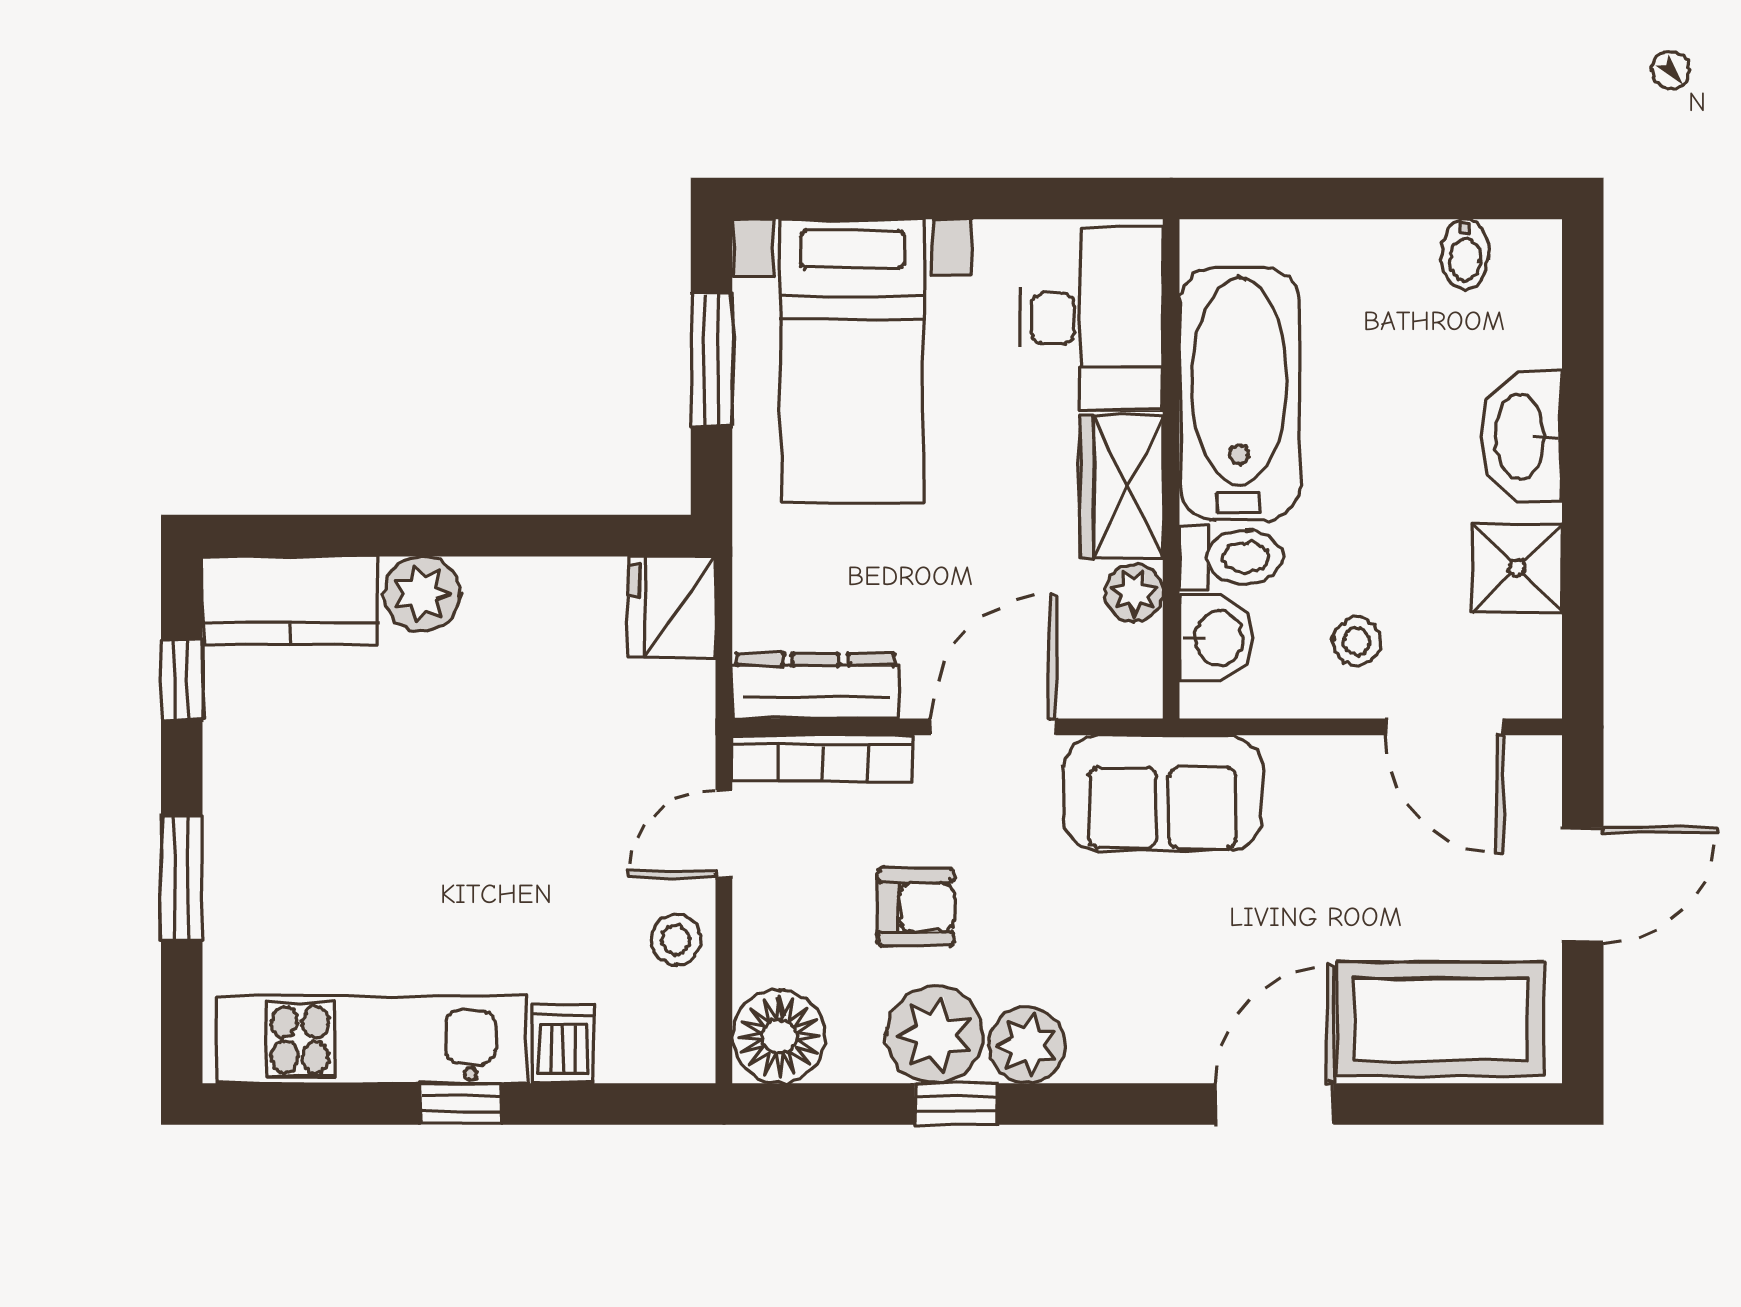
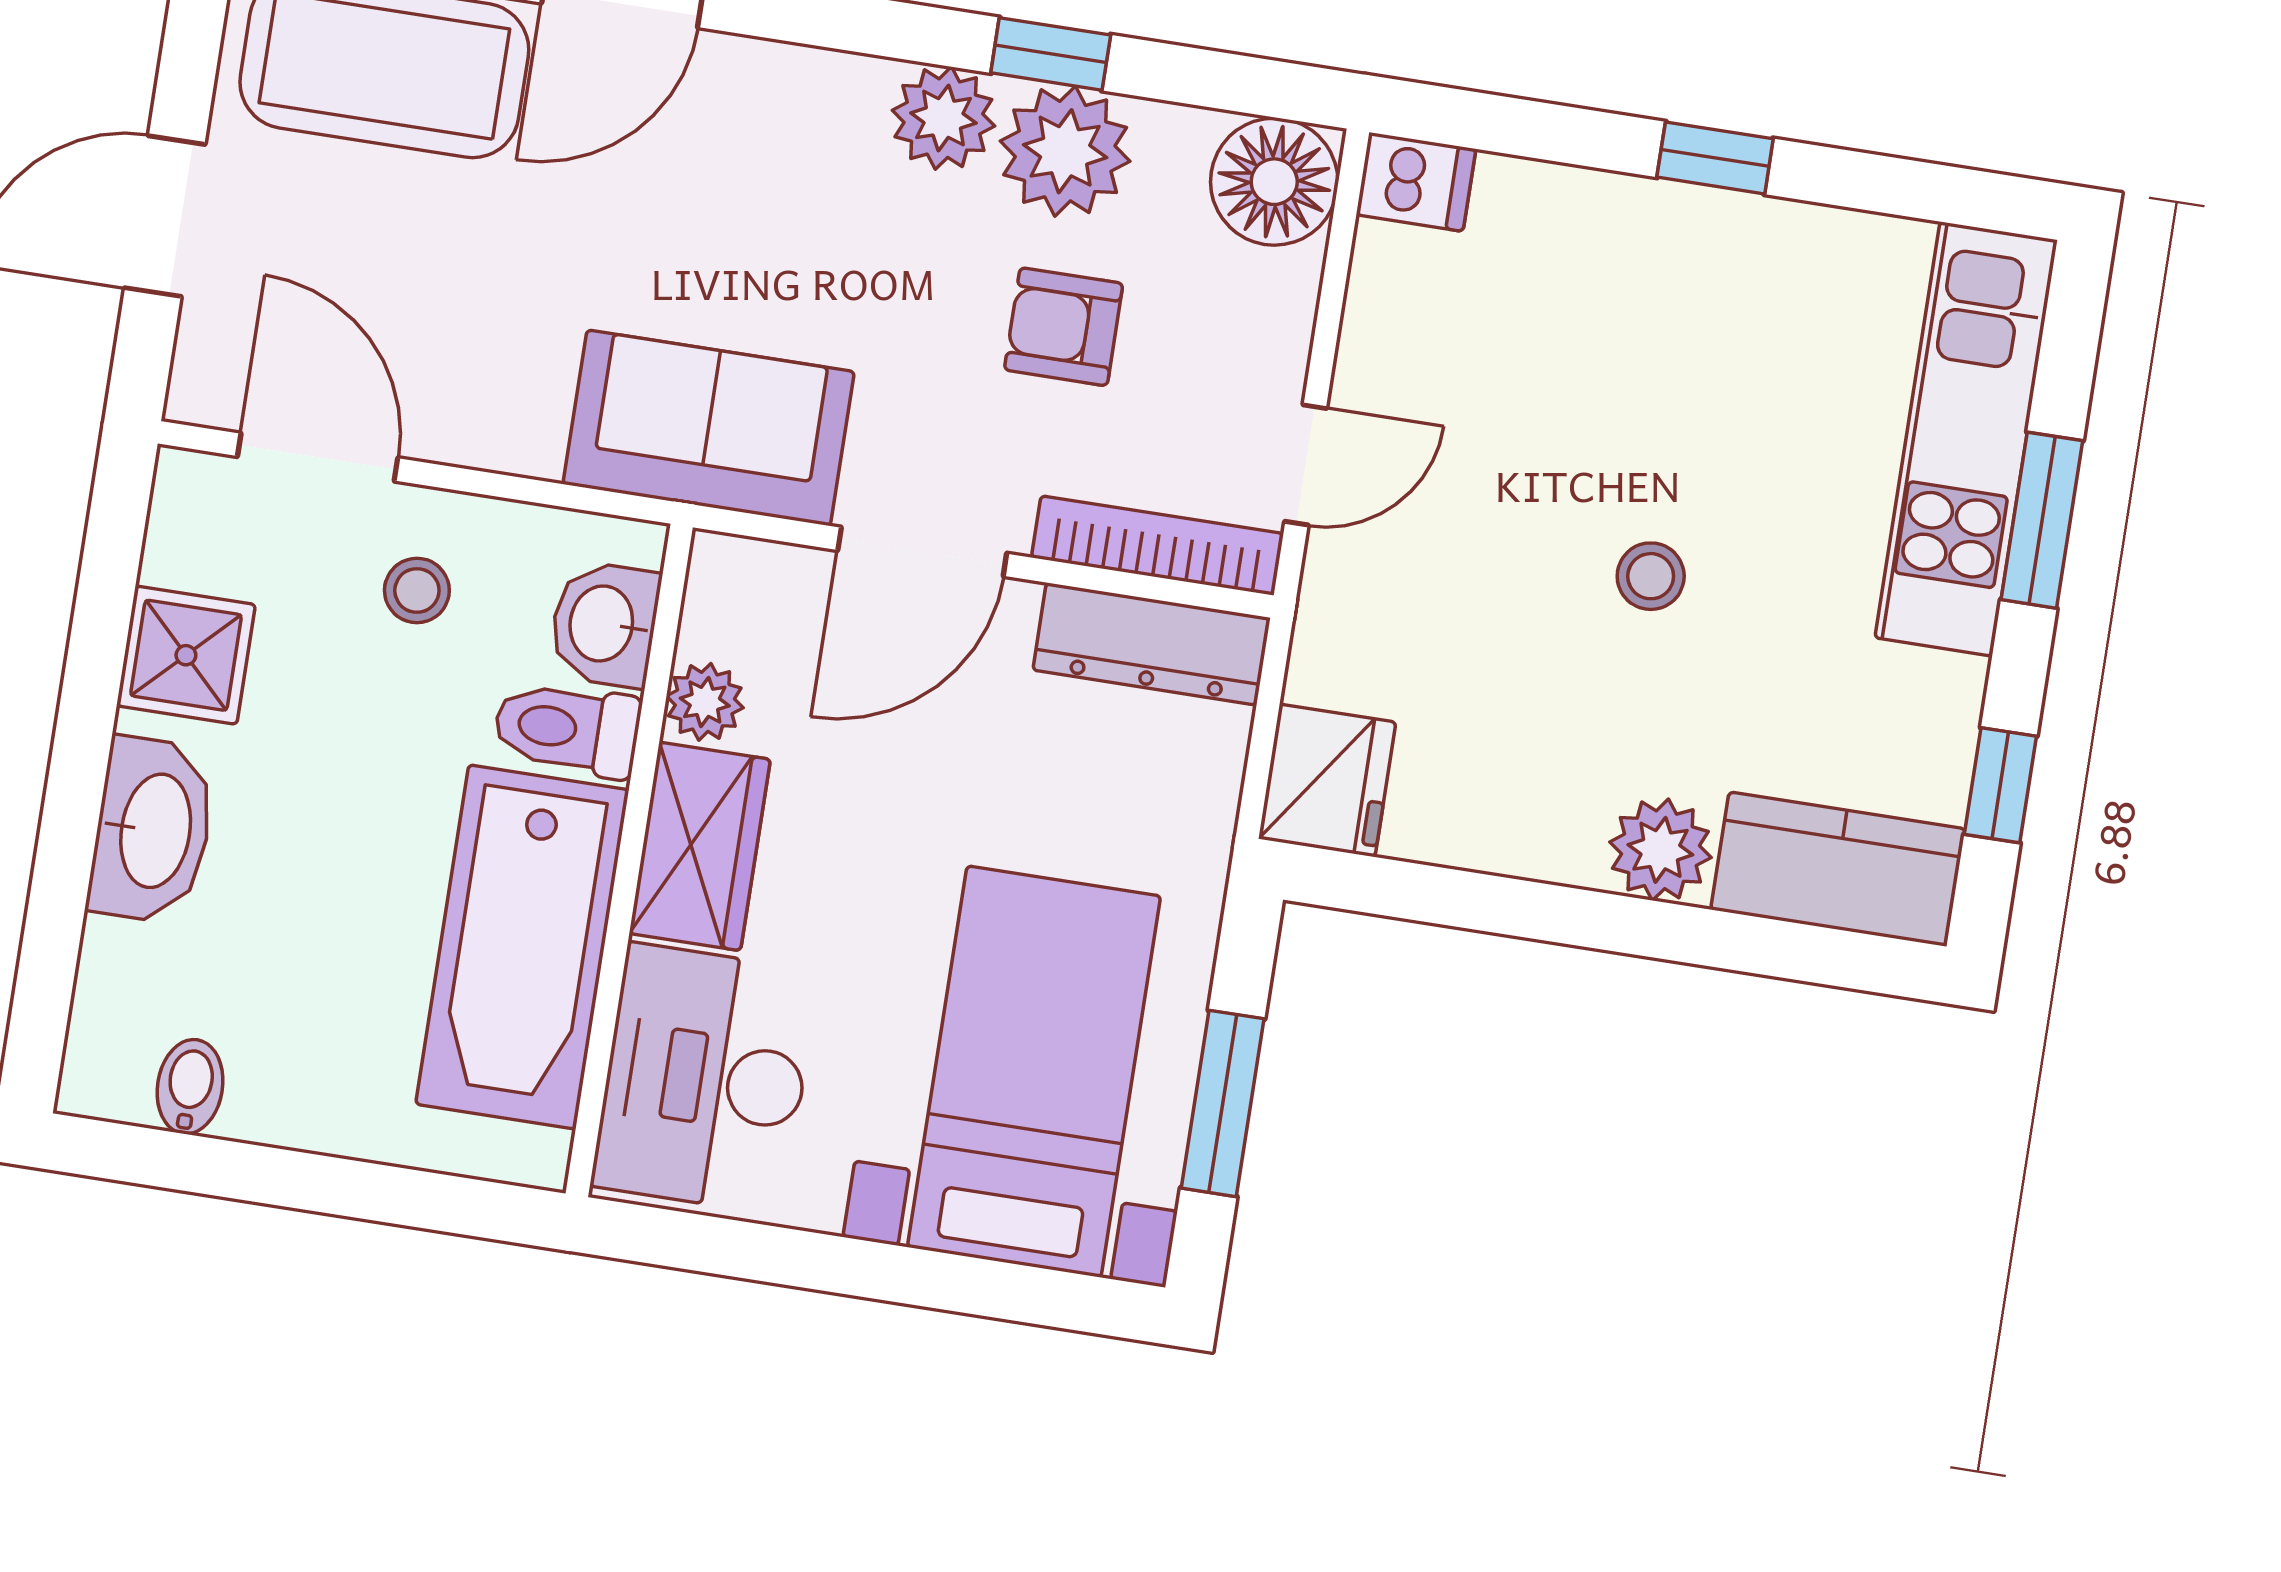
stool: (676, 940) -> (1651, 576), moved
kitchen unit: (371, 1040) -> (1966, 439), moved, turned 90
dishwasher: (563, 1044) -> (1416, 182), moved, turned -90

